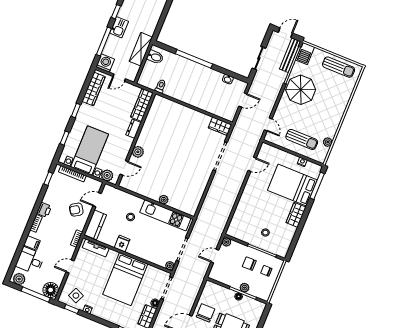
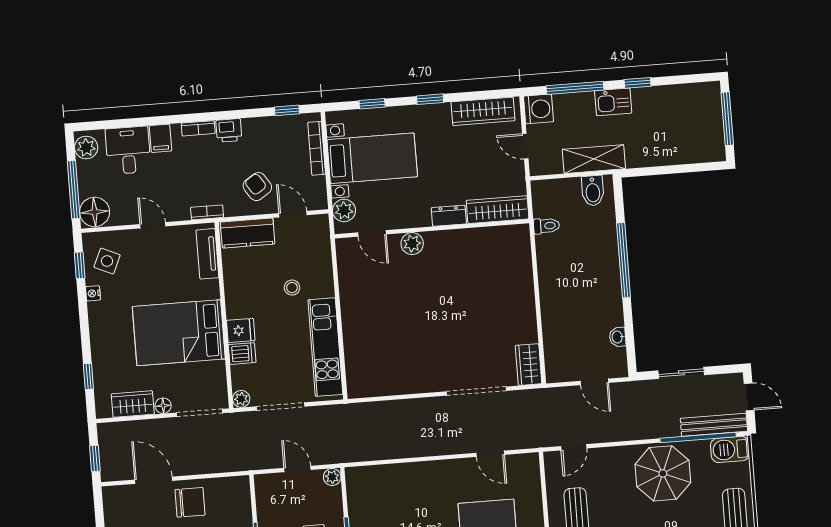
plant: (164, 200) -> (351, 330), removed
fridge: (122, 244) -> (241, 330), moved
dishwasher: (149, 255) -> (242, 354), added

